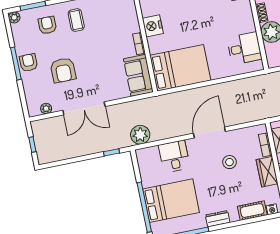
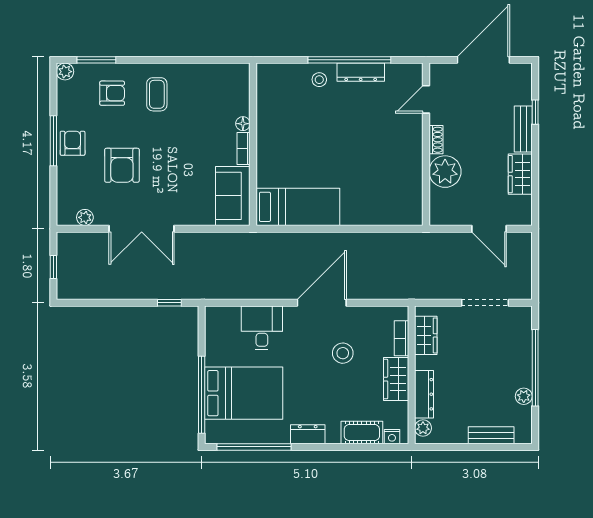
armchair: (47, 25) -> (112, 93), turned 90
nightstand: (153, 26) -> (270, 126), removed
floor lamp: (135, 28) -> (243, 124), added
desk: (244, 48) -> (399, 188), removed
bed: (180, 68) -> (298, 207), width x0.67
plant: (140, 135) -> (218, 285), removed

